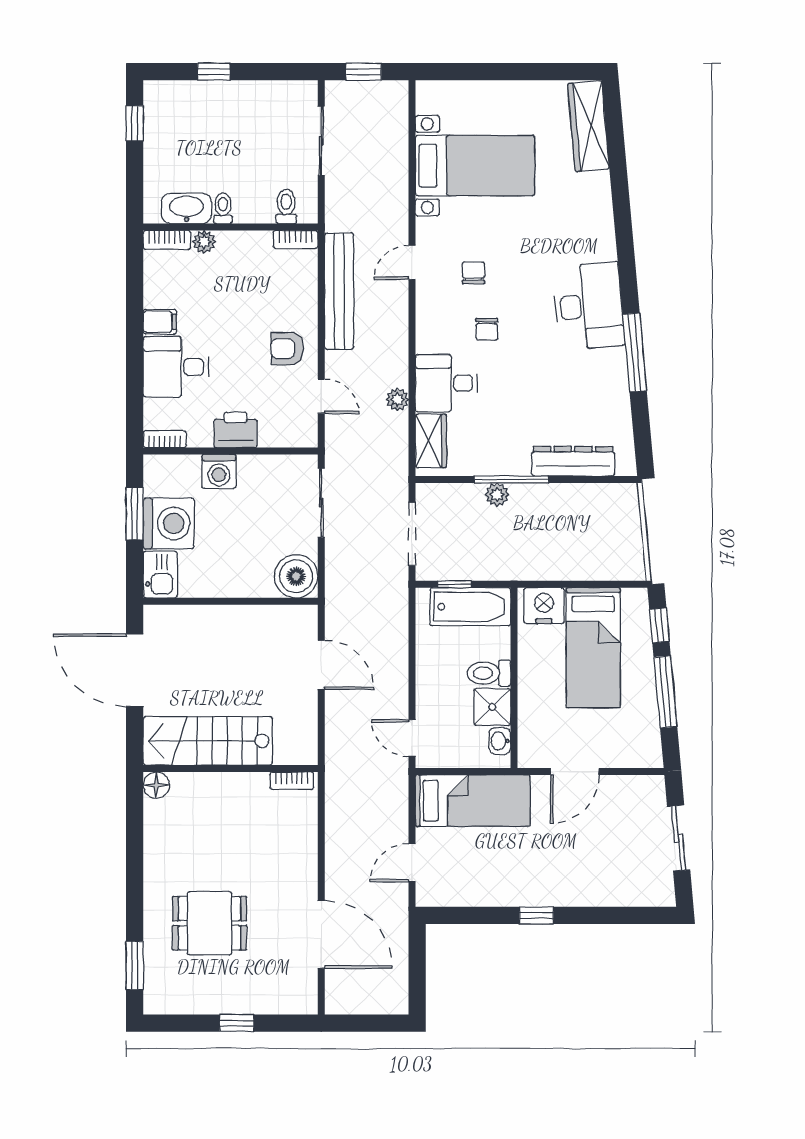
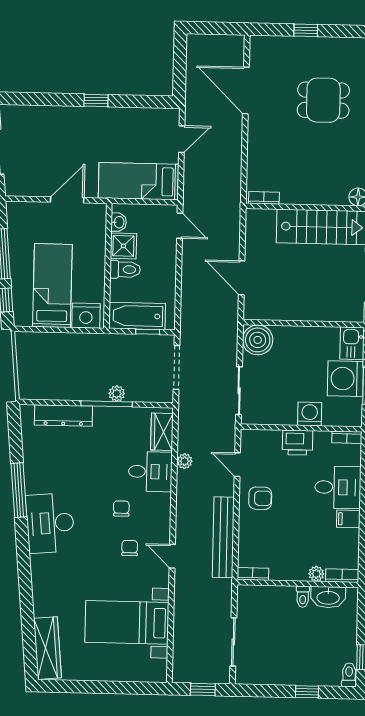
toilet: (286, 206) -> (349, 675), moved, turned 180
door: (412, 262) -> (172, 556), swing flipped
chair: (473, 273) -> (130, 548), turned 180

